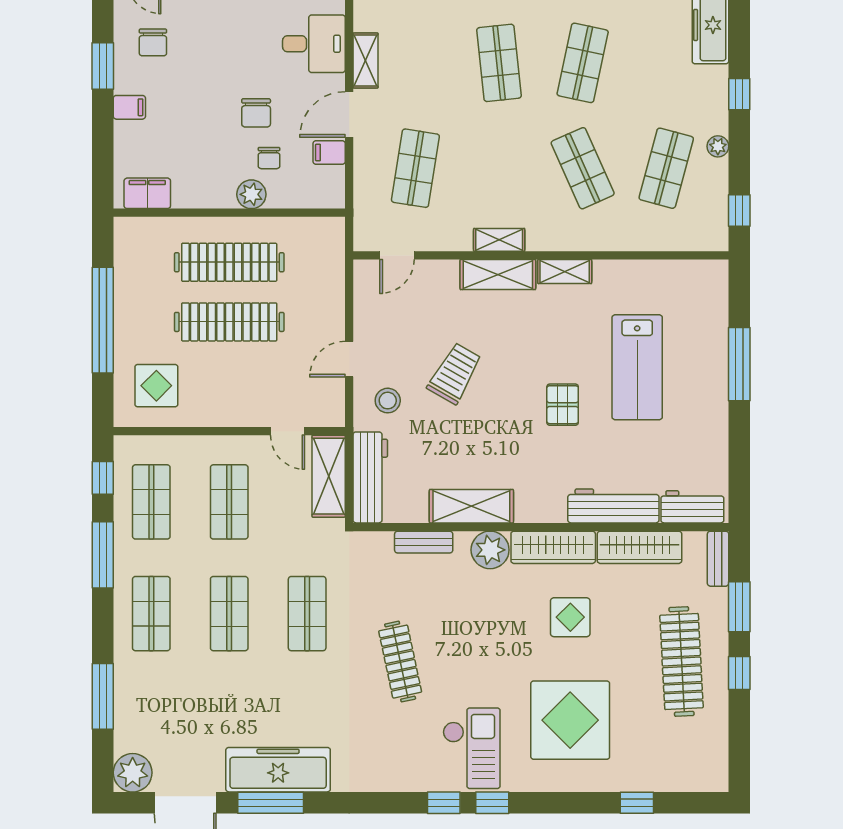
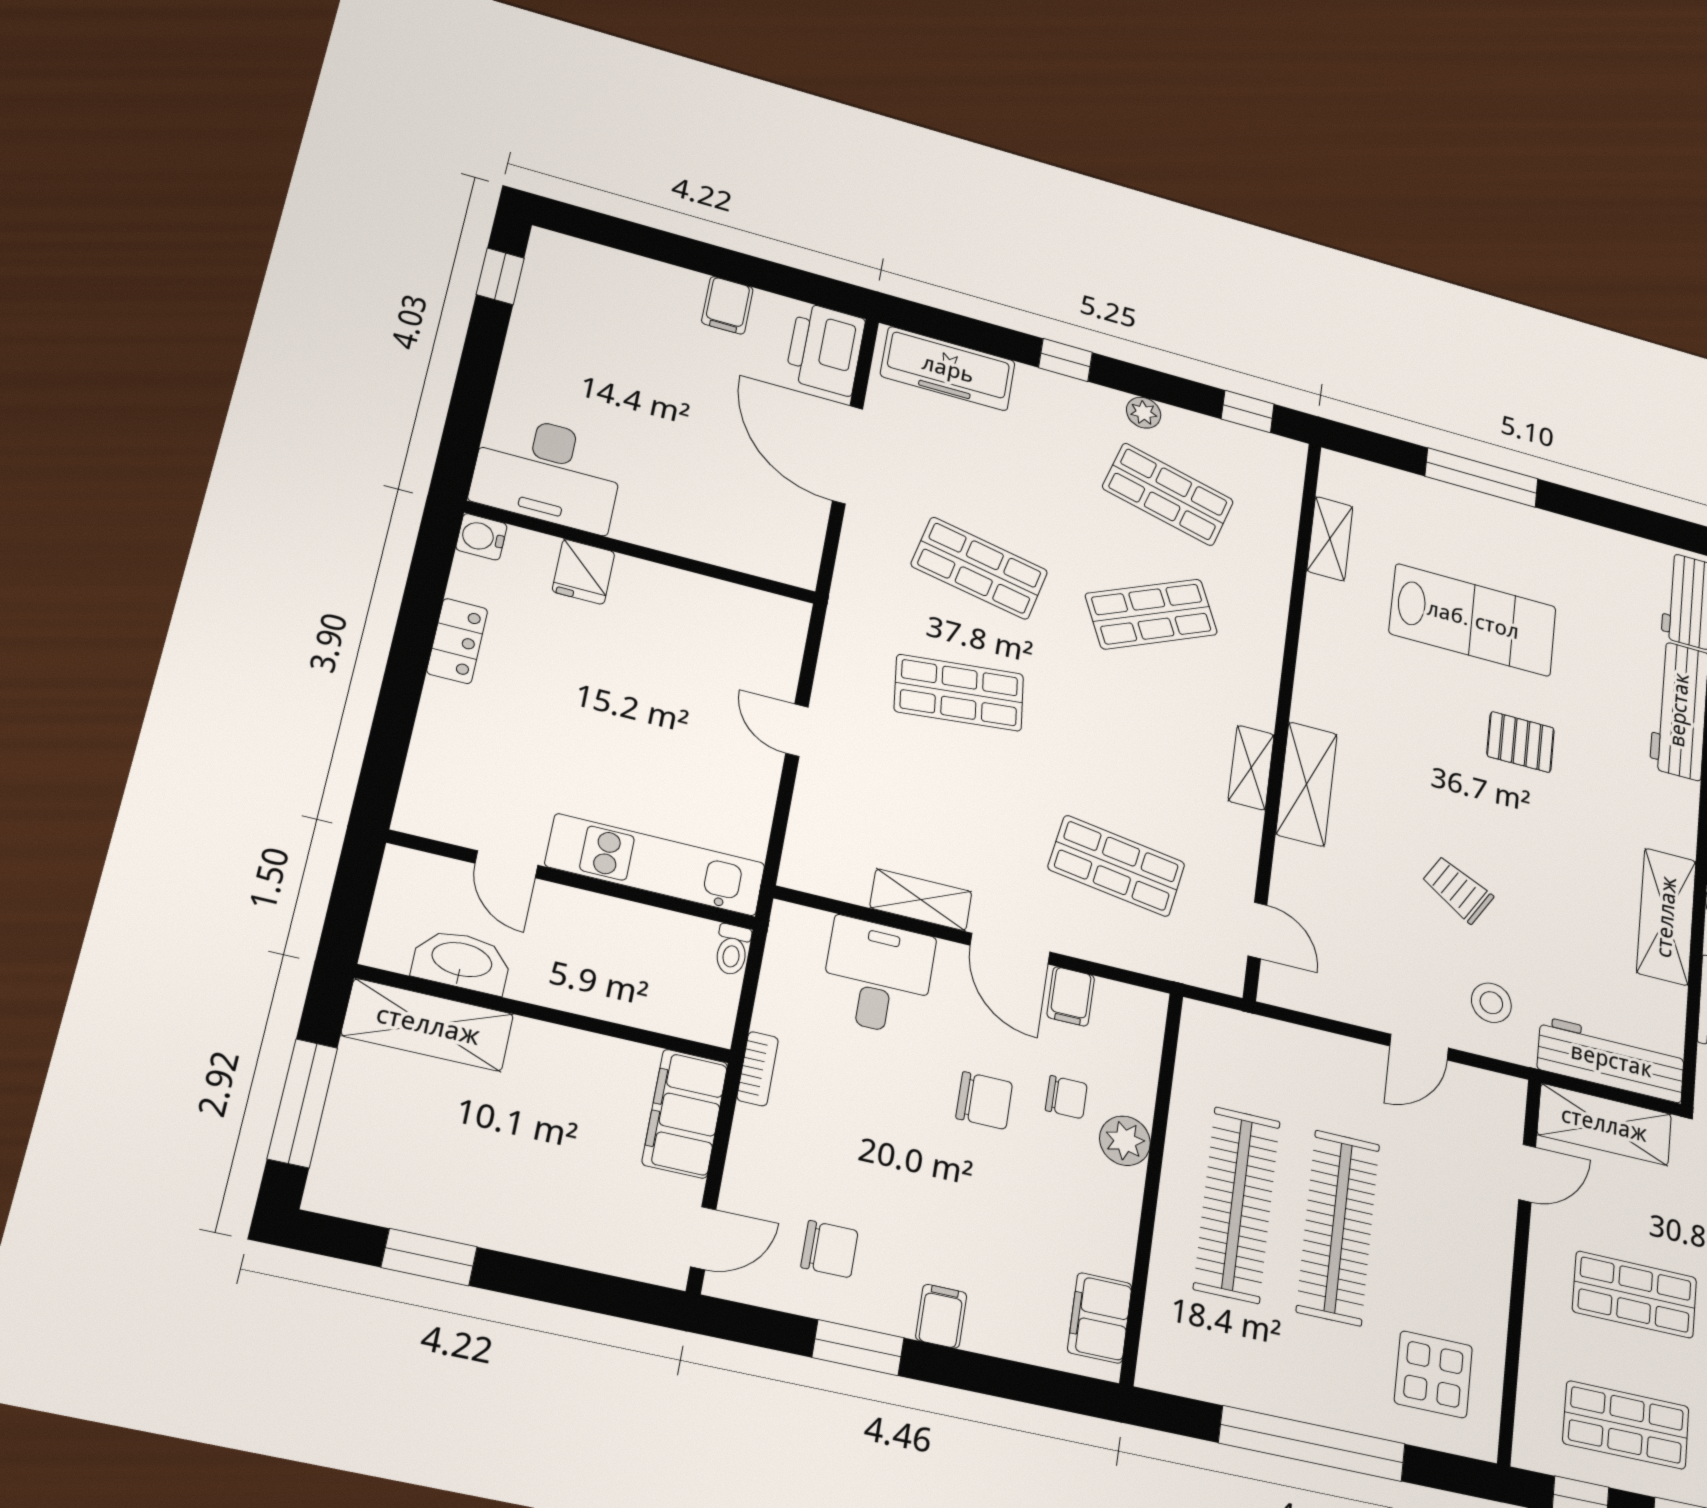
shelving: (565, 271) -> (1330, 539), moved
door: (349, 359) -> (1419, 1047), hinge flipped
trolley: (455, 373) -> (1458, 889), width x0.73, depth x0.72

